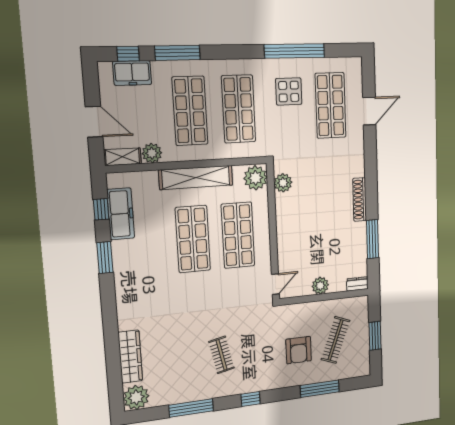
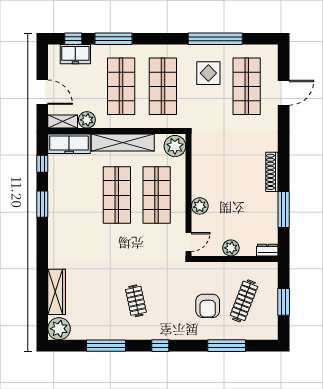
plant: (283, 183) -> (200, 206), moved
freezer: (121, 214) -> (69, 144), moved, turned 90

